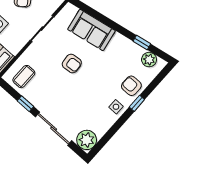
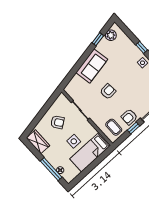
sofa: (91, 30) -> (92, 66), moved
armchair: (131, 86) -> (129, 117), moved

